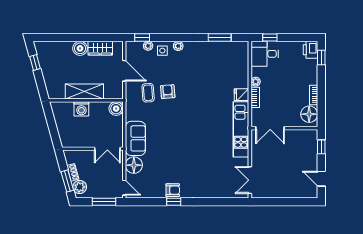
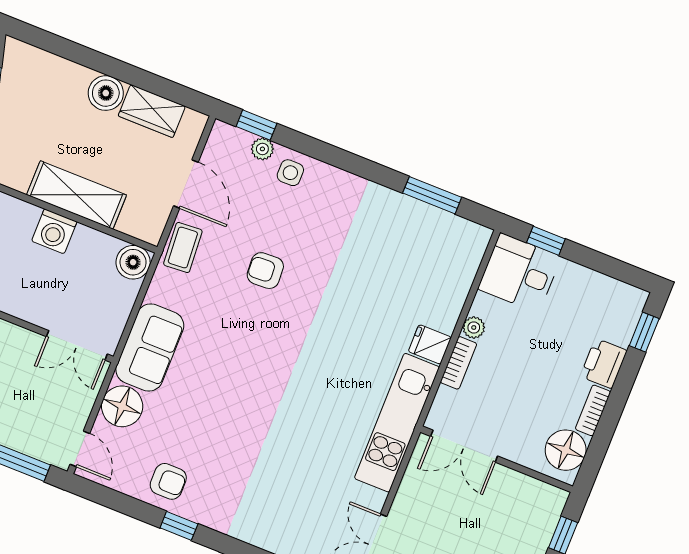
plant: (178, 46) -> (331, 177), removed
printer: (310, 50) -> (604, 363), moved
armchair: (168, 92) -> (265, 271), turned -88
coffee table: (148, 93) -> (183, 248), moved
armchair: (173, 190) -> (168, 481), moved

